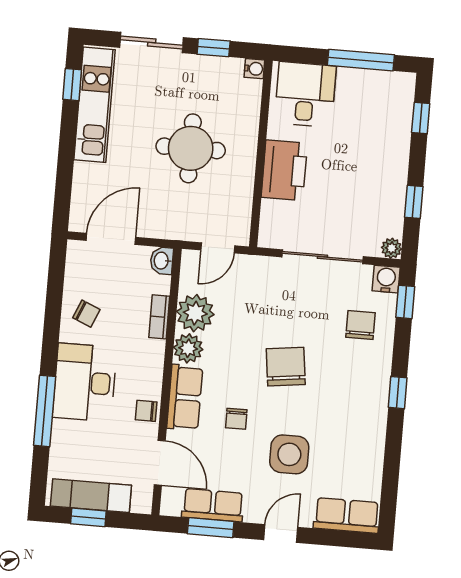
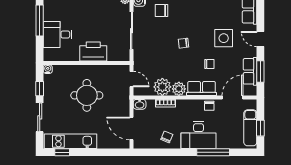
desk: (305, 94) -> (58, 34), moved
chair: (286, 367) -> (183, 43), width x0.54, depth x0.54

